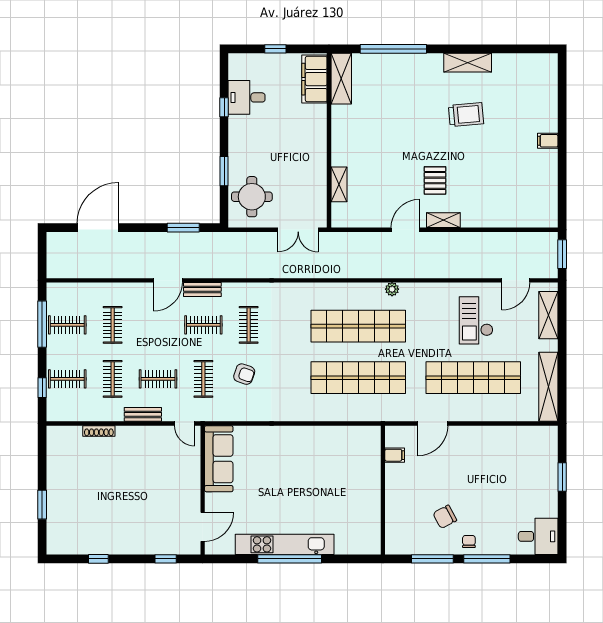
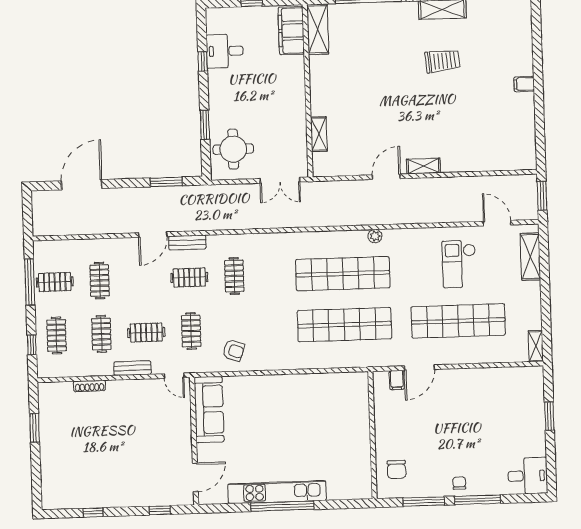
pallet: (435, 180) -> (414, 127), removed
door: (516, 280) -> (497, 223), swing flipped
armchair: (244, 374) -> (233, 350), moved
clothes rail: (67, 379) -> (56, 335), turned 90
shelving: (548, 387) -> (536, 346), width x0.45, depth x0.75
filing cabinet: (395, 455) -> (397, 380), moved, turned 90
window: (42, 505) -> (35, 428), moved
chair: (445, 517) -> (397, 469), moved, turned -62

